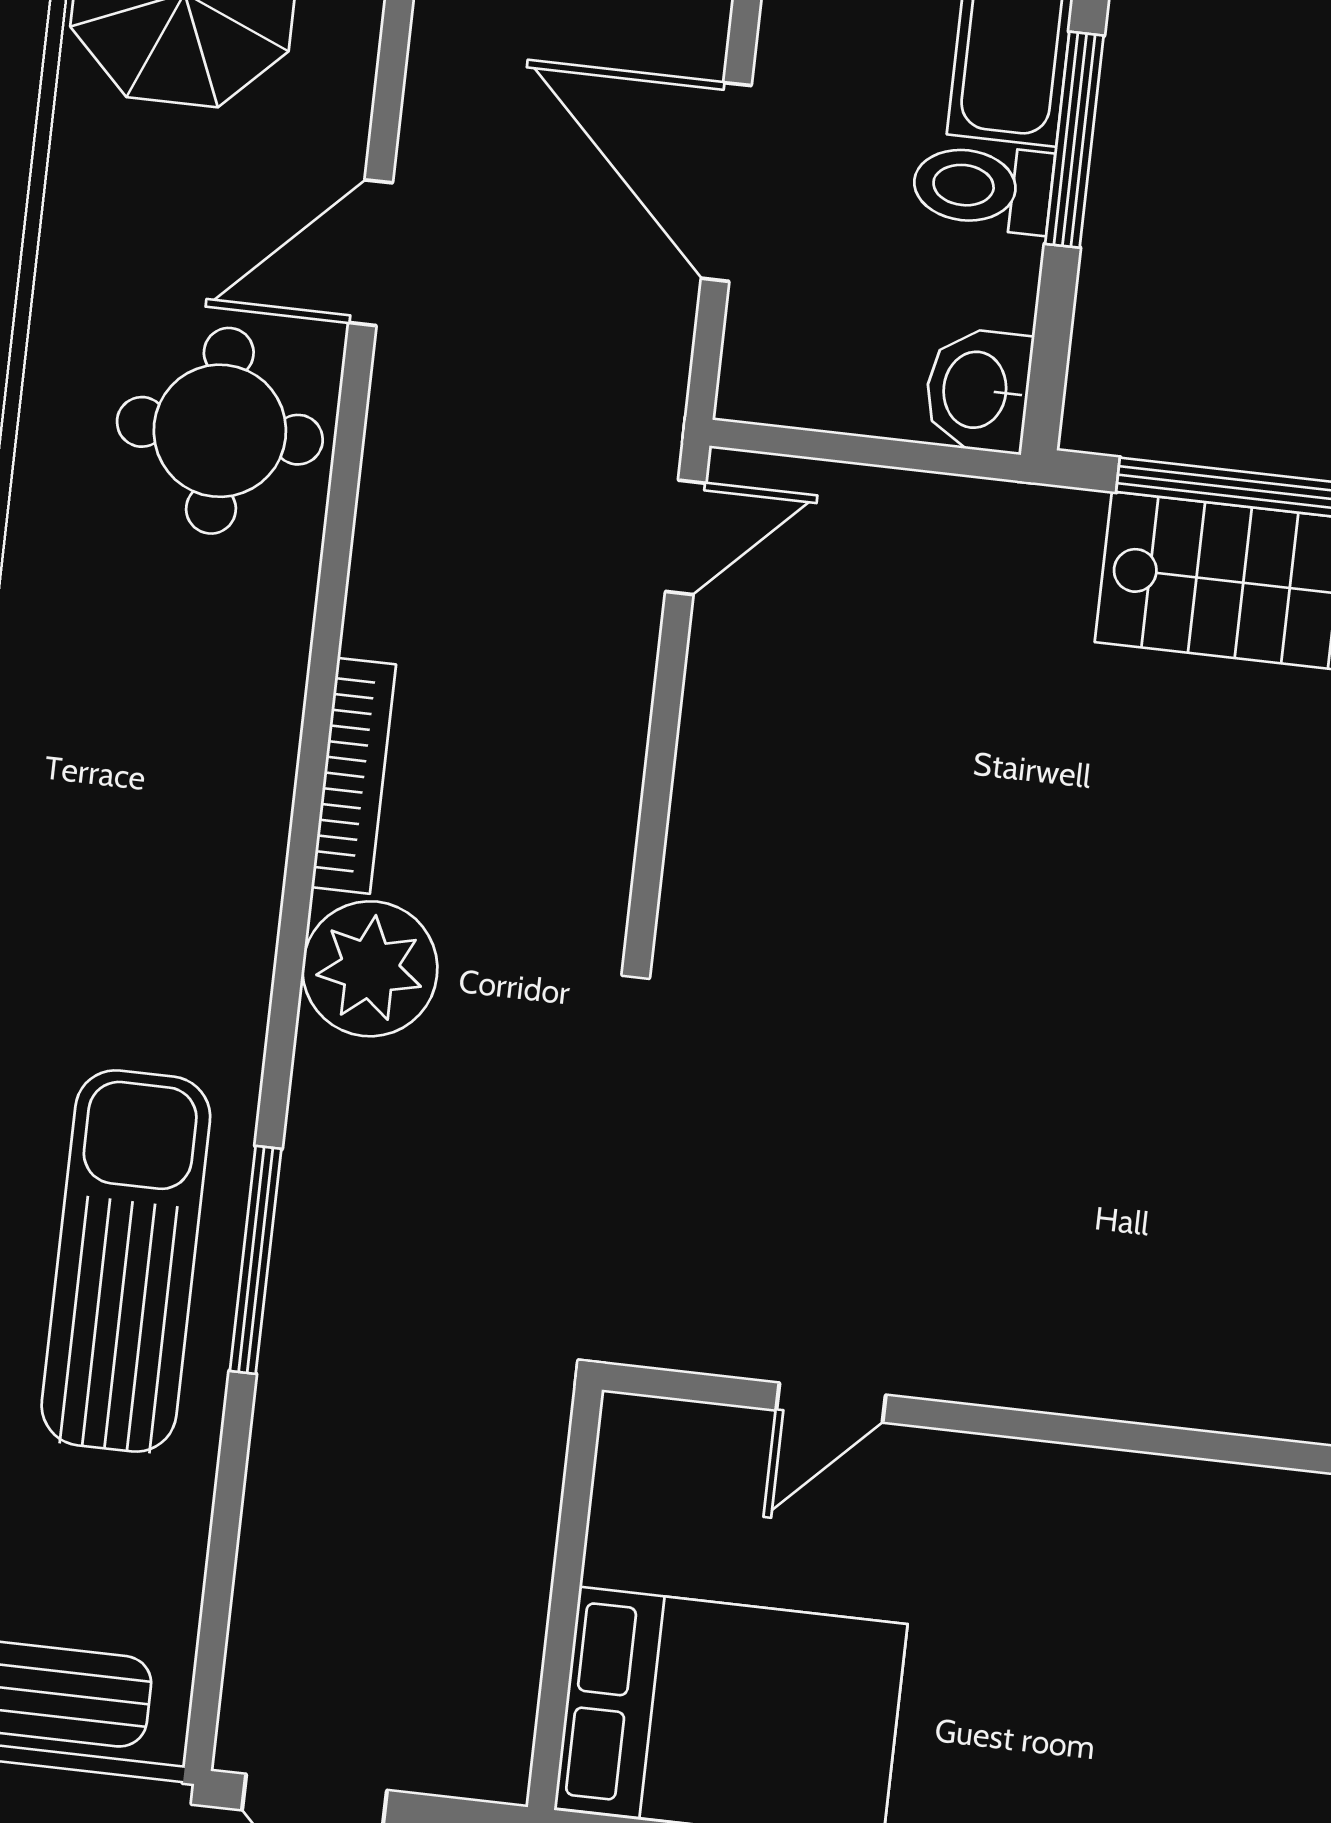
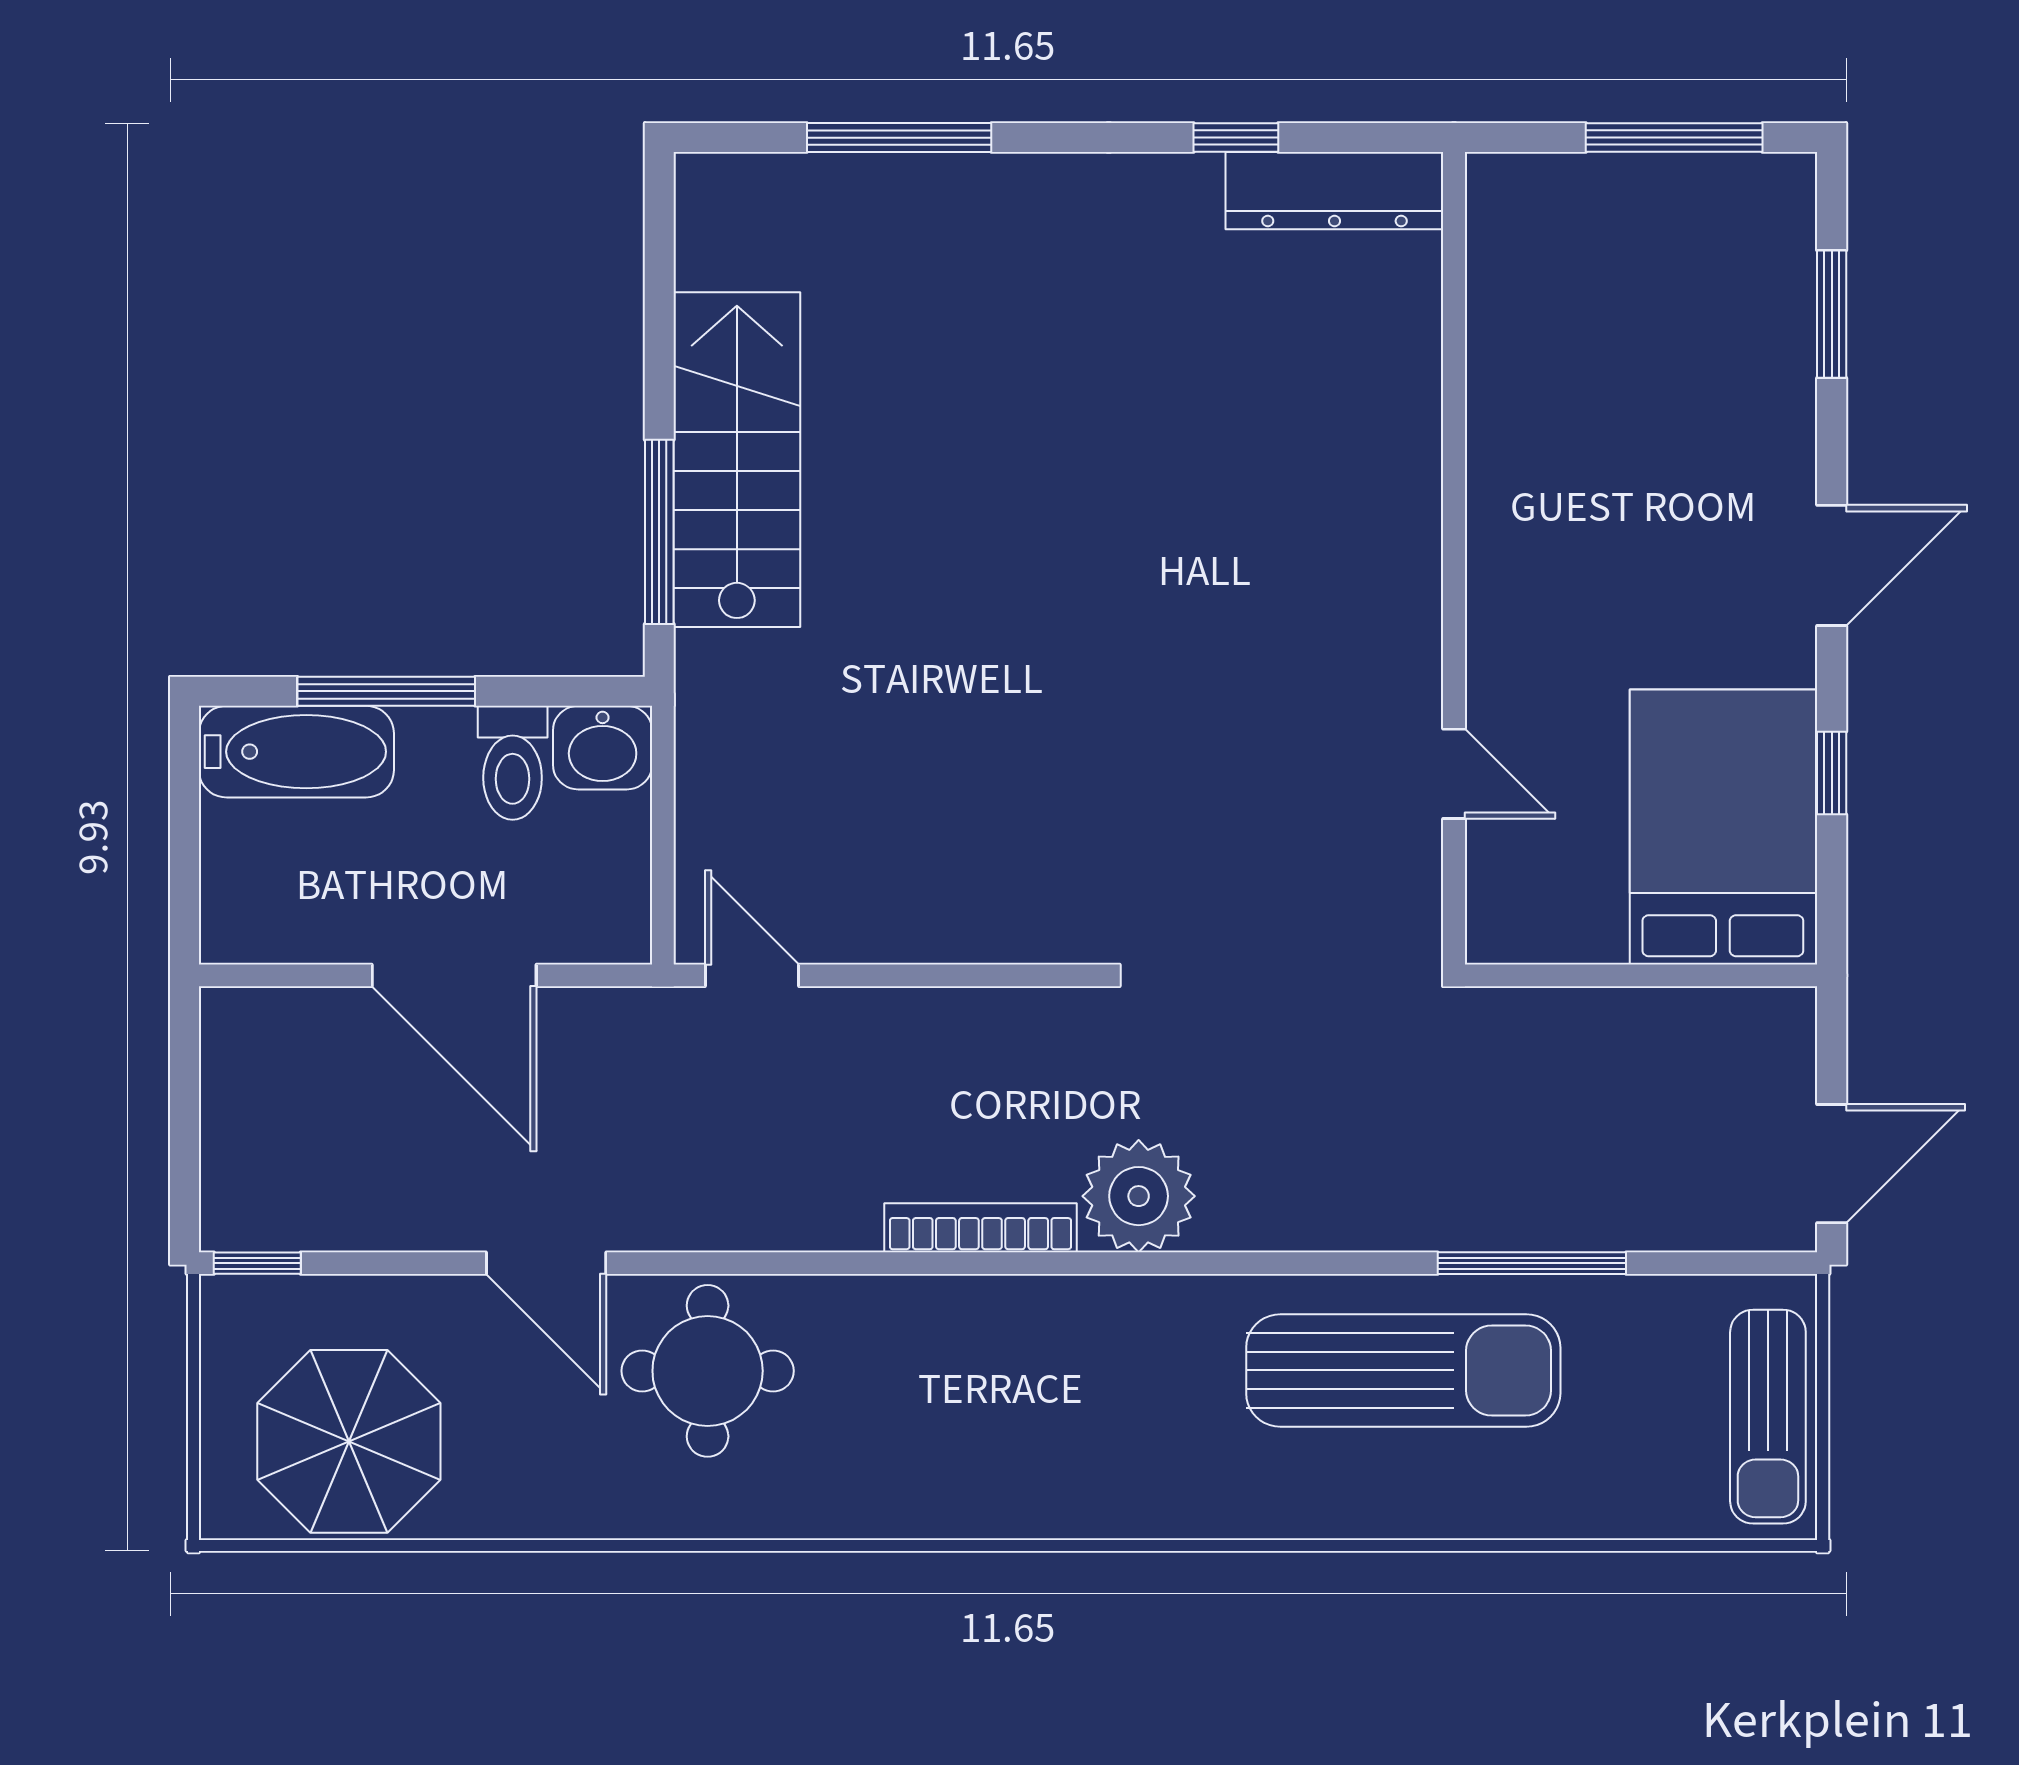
door: (726, 182) -> (454, 975), hinge flipped
toilet: (983, 187) -> (513, 763), moved
window: (256, 1260) -> (1532, 1263), moved
sun lounger: (126, 1261) -> (1403, 1370), turned 180

